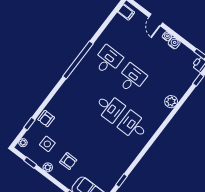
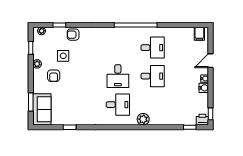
plant: (171, 102) -> (143, 119), moved
desk: (133, 126) -> (118, 105), turned 90
side table: (47, 144) -> (63, 56), moved

